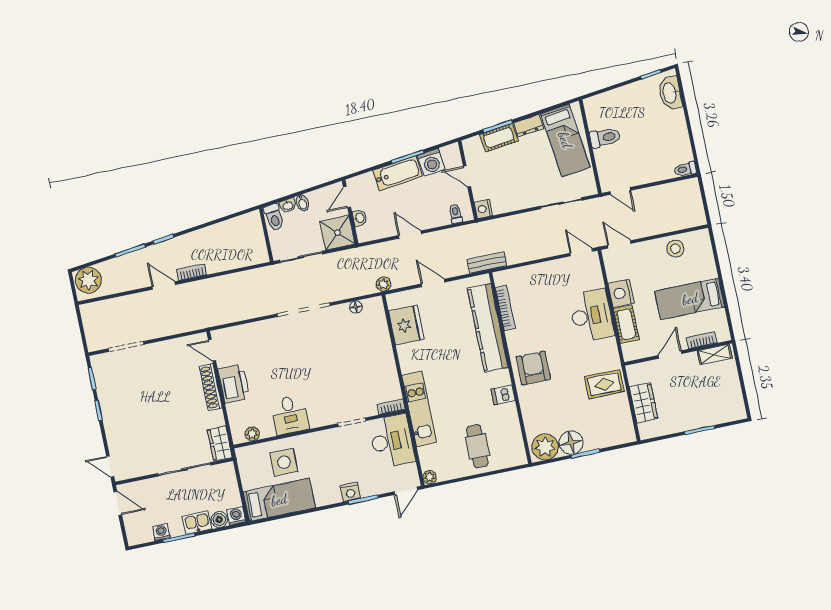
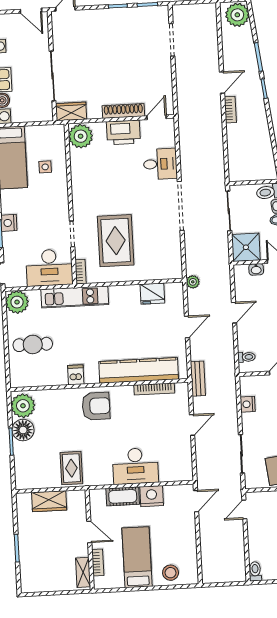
nightstand: (483, 209) -> (248, 404), moved, turned -90
stool: (675, 249) -> (171, 573), moved
door: (581, 252) -> (192, 425), moved
floor lamp: (356, 307) -> (176, 254), removed
fridge: (406, 325) -> (152, 294), width x0.73, depth x0.75
rug: (352, 374) -> (116, 241), added
desk: (290, 415) -> (160, 164), moved, turned 180
plant: (252, 434) -> (81, 136), width x1.87, depth x1.87
side table: (284, 462) -> (45, 167), width x0.54, depth x0.54
plant: (430, 477) -> (17, 302), width x1.88, depth x1.88
door: (118, 503) -> (31, 11), hinge flipped

